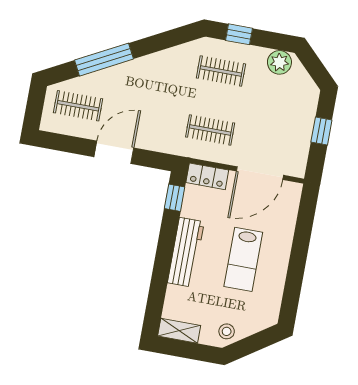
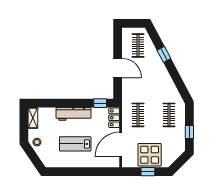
window: (239, 34) -> (189, 132), moved
window: (104, 60) -> (164, 54), width x0.46
plant: (279, 62) -> (179, 144), removed
display table: (290, 122) -> (150, 155), added
door: (260, 173) -> (121, 144), hinge flipped

